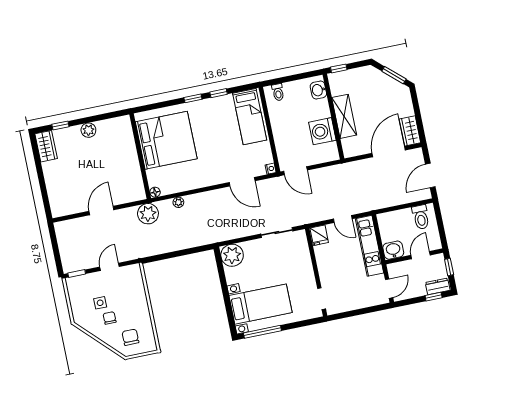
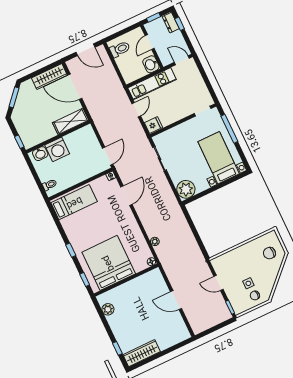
window: (219, 93) -> (85, 279), moved
shelving: (344, 116) -> (71, 121), moved
plant: (88, 130) -> (108, 309), moved
washing machine: (322, 131) -> (57, 149), moved
wardrobe: (410, 131) -> (49, 77), width x1.50
wardrobe: (46, 146) -> (142, 353), width x1.50
plant: (148, 214) -> (170, 263), removed
door: (421, 255) -> (150, 42), hinge flipped
chair: (110, 318) -> (255, 295), moved
window: (262, 332) -> (229, 129), moved

